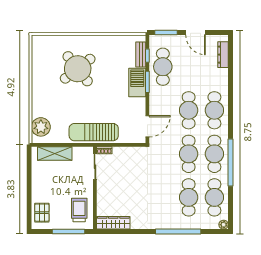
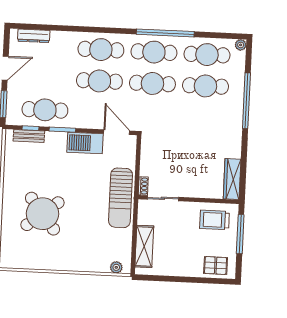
barbecue: (137, 83) -> (85, 143), moved
plant: (41, 127) -> (116, 267), width x0.53, depth x0.53

